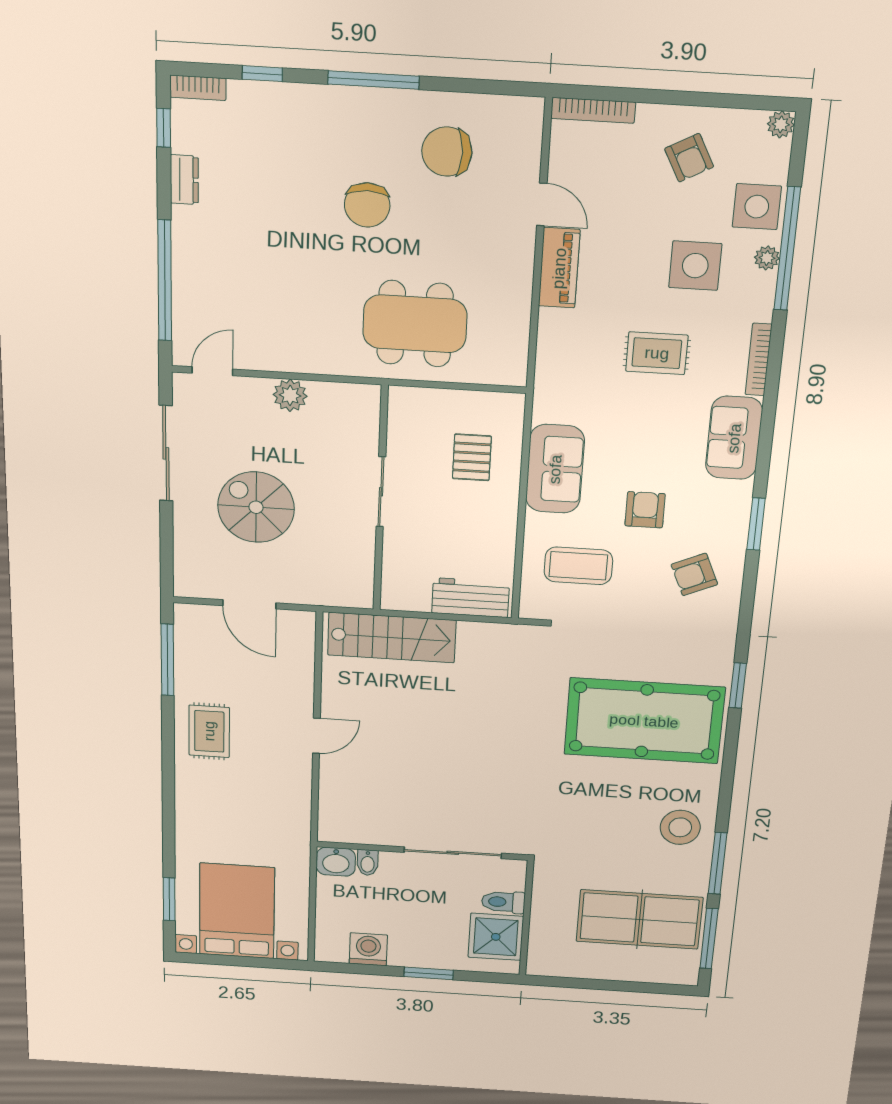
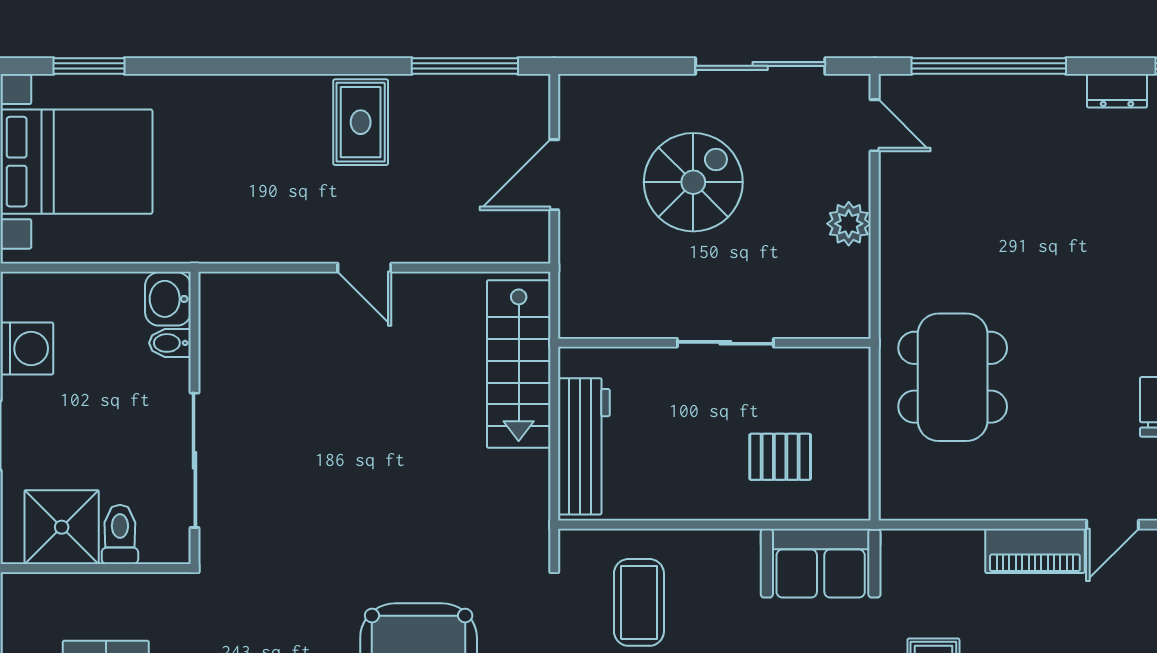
chair: (367, 205) -> (1099, 313), removed
sofa: (555, 469) -> (821, 563), moved
workbench: (470, 598) -> (584, 446), width x1.37
rug: (209, 731) -> (361, 122), turned 90

